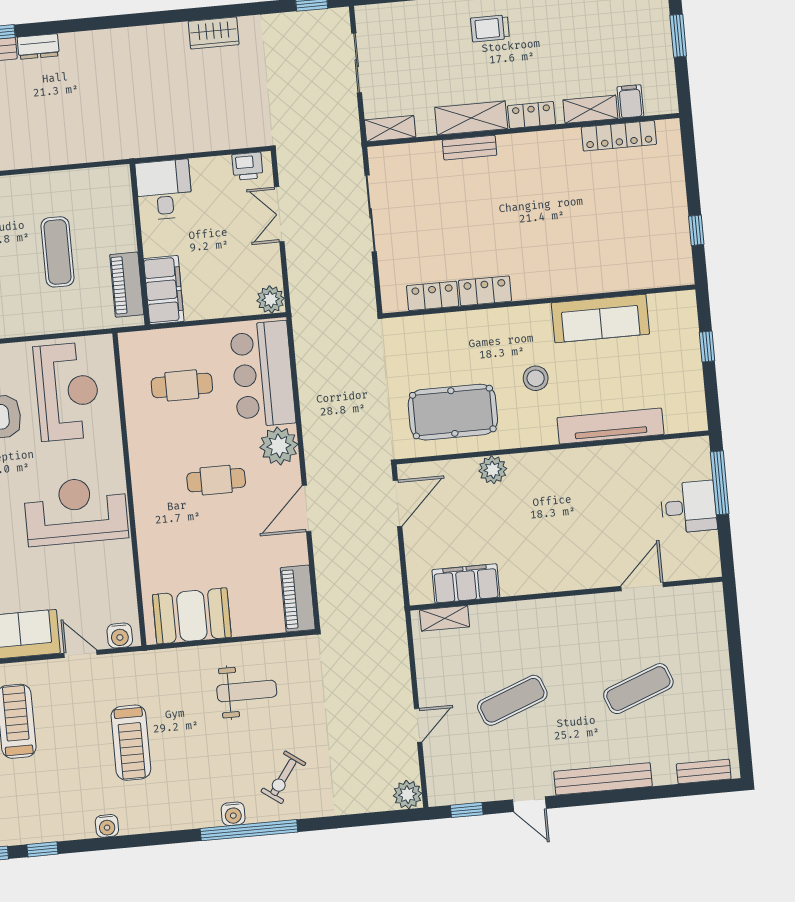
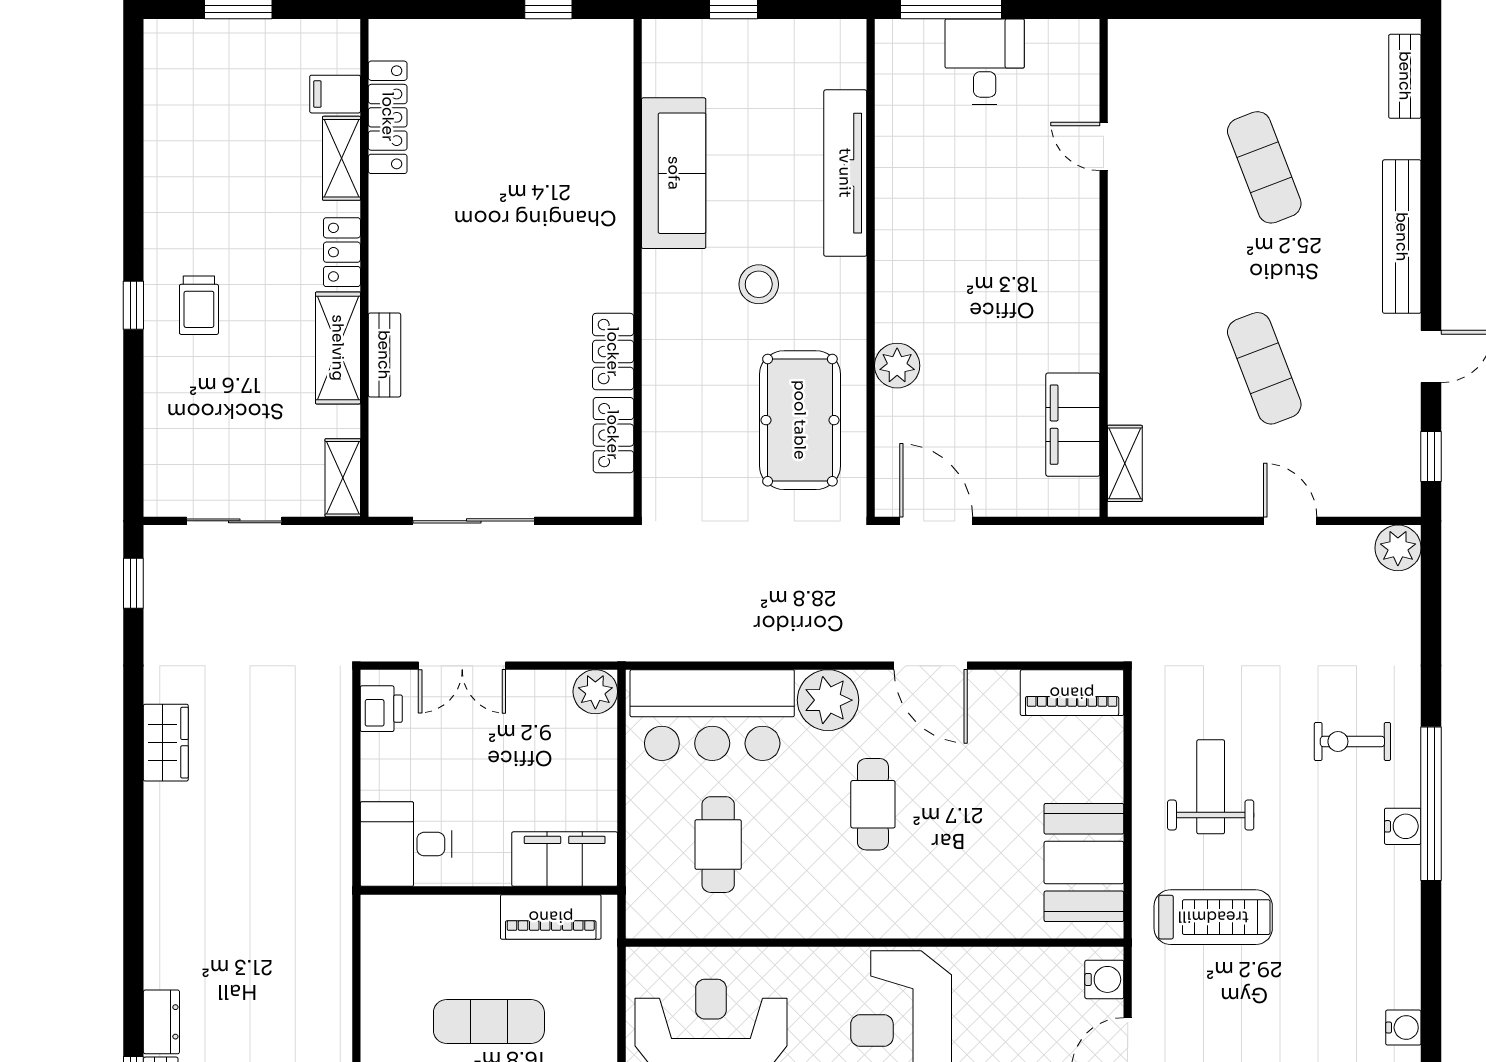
door: (642, 587) -> (1104, 146), width x0.73
treadmill: (131, 743) -> (1213, 917), moved
exercise bike: (283, 777) -> (1352, 742), turned 144

